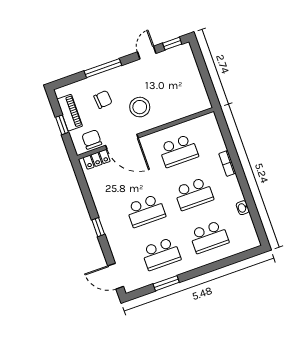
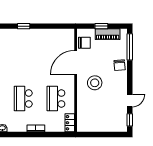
door: (147, 53) -> (130, 101), hinge flipped
window: (103, 68) -> (130, 47), moved
chair: (103, 99) -> (120, 65), moved
locker: (97, 159) -> (70, 123), moved
school desk: (146, 211) -> (23, 62), removed

